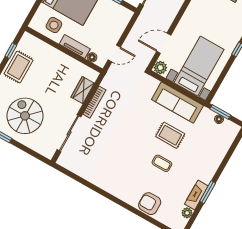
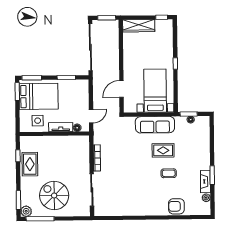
plant: (160, 68) -> (129, 107), removed
wardrobe: (83, 90) -> (84, 154), removed

